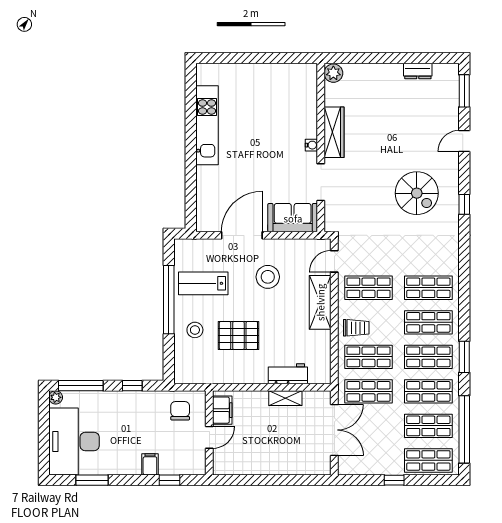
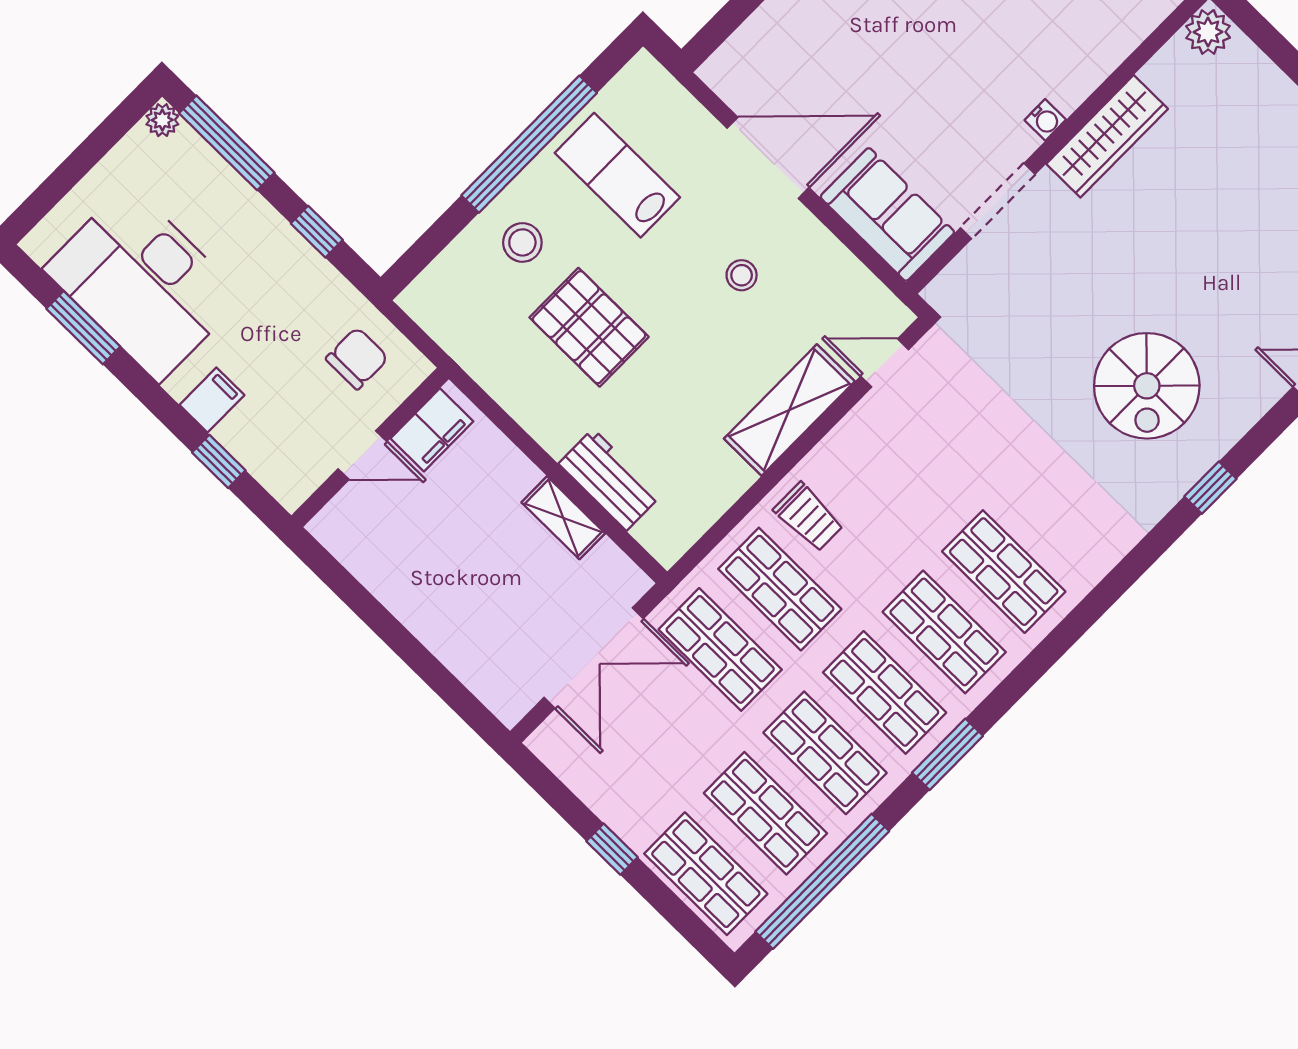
stool: (268, 277) -> (742, 275), width x0.53, depth x0.53
shop shelf: (368, 288) -> (899, 468), removed
desk: (74, 441) -> (144, 283), moved, turned -90

